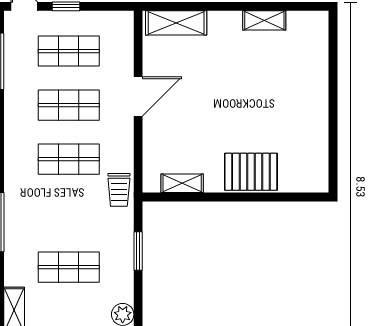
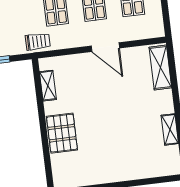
trolley: (119, 190) -> (38, 42), turned 180

